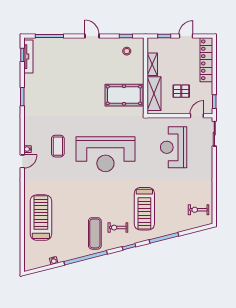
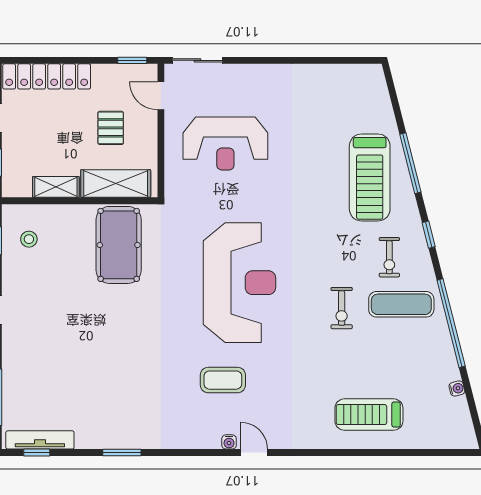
treadmill: (144, 209) -> (370, 177), moved, turned 90
exercise bike: (199, 210) -> (342, 308), moved
treadmill: (41, 218) -> (369, 415), width x0.73, depth x0.73

